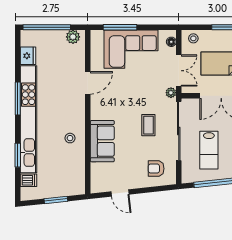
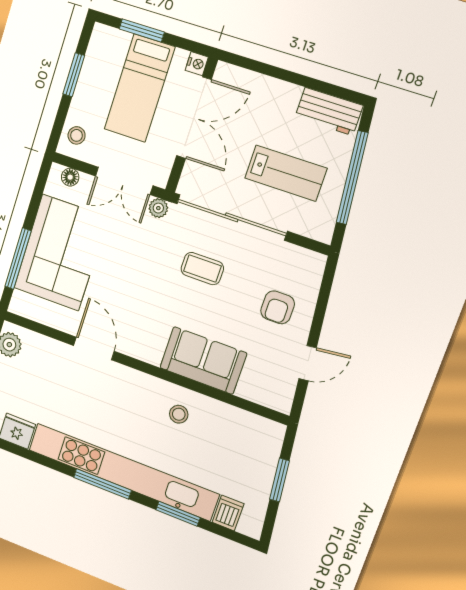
double door: (179, 71) -> (124, 181), swing flipped
window: (18, 99) -> (102, 484), moved
armchair: (156, 169) -> (278, 307), moved

